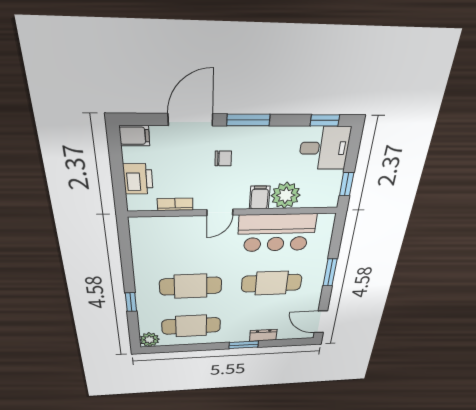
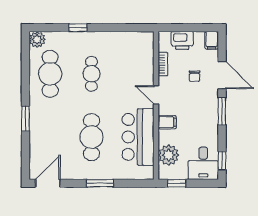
chair: (223, 158) -> (195, 76), moved
plant: (286, 195) -> (169, 155), moved
cafe table: (191, 286) -> (91, 74), width x0.73, depth x0.74
dresser: (263, 335) -> (35, 135), removed

